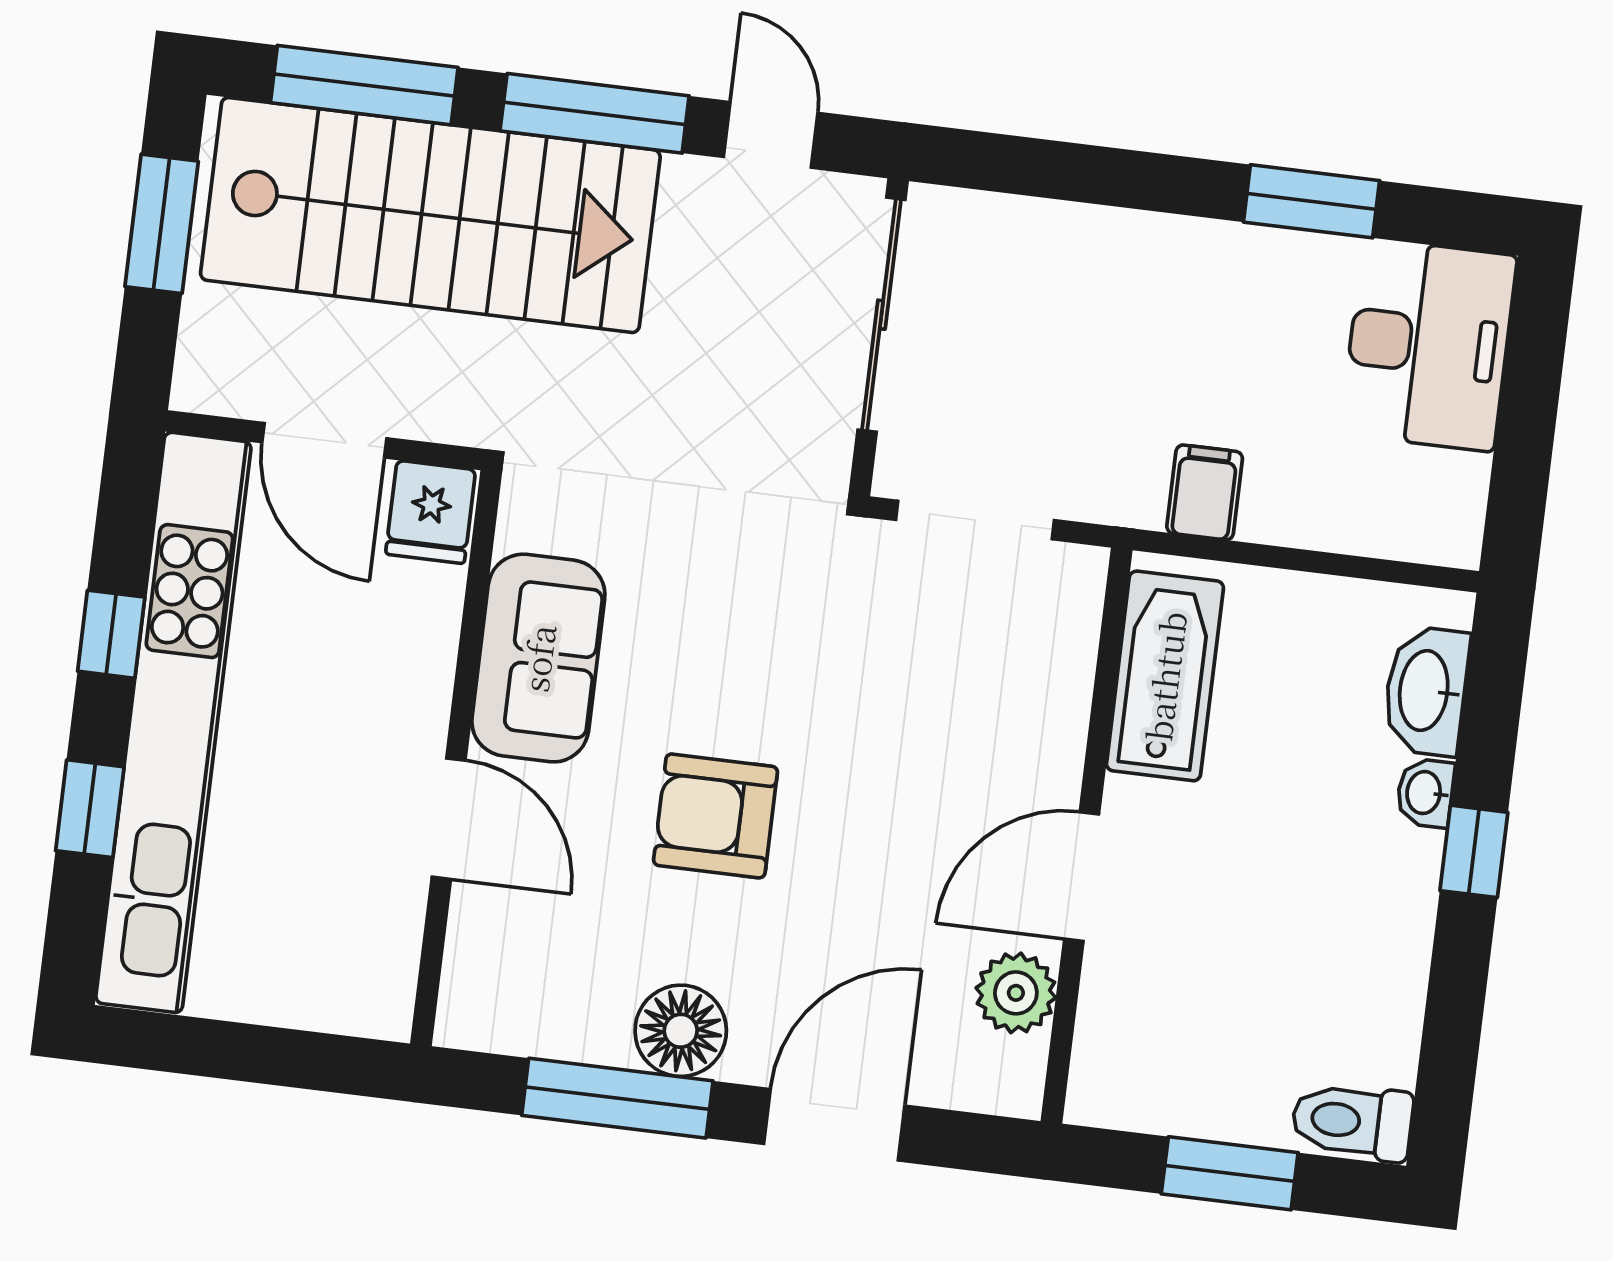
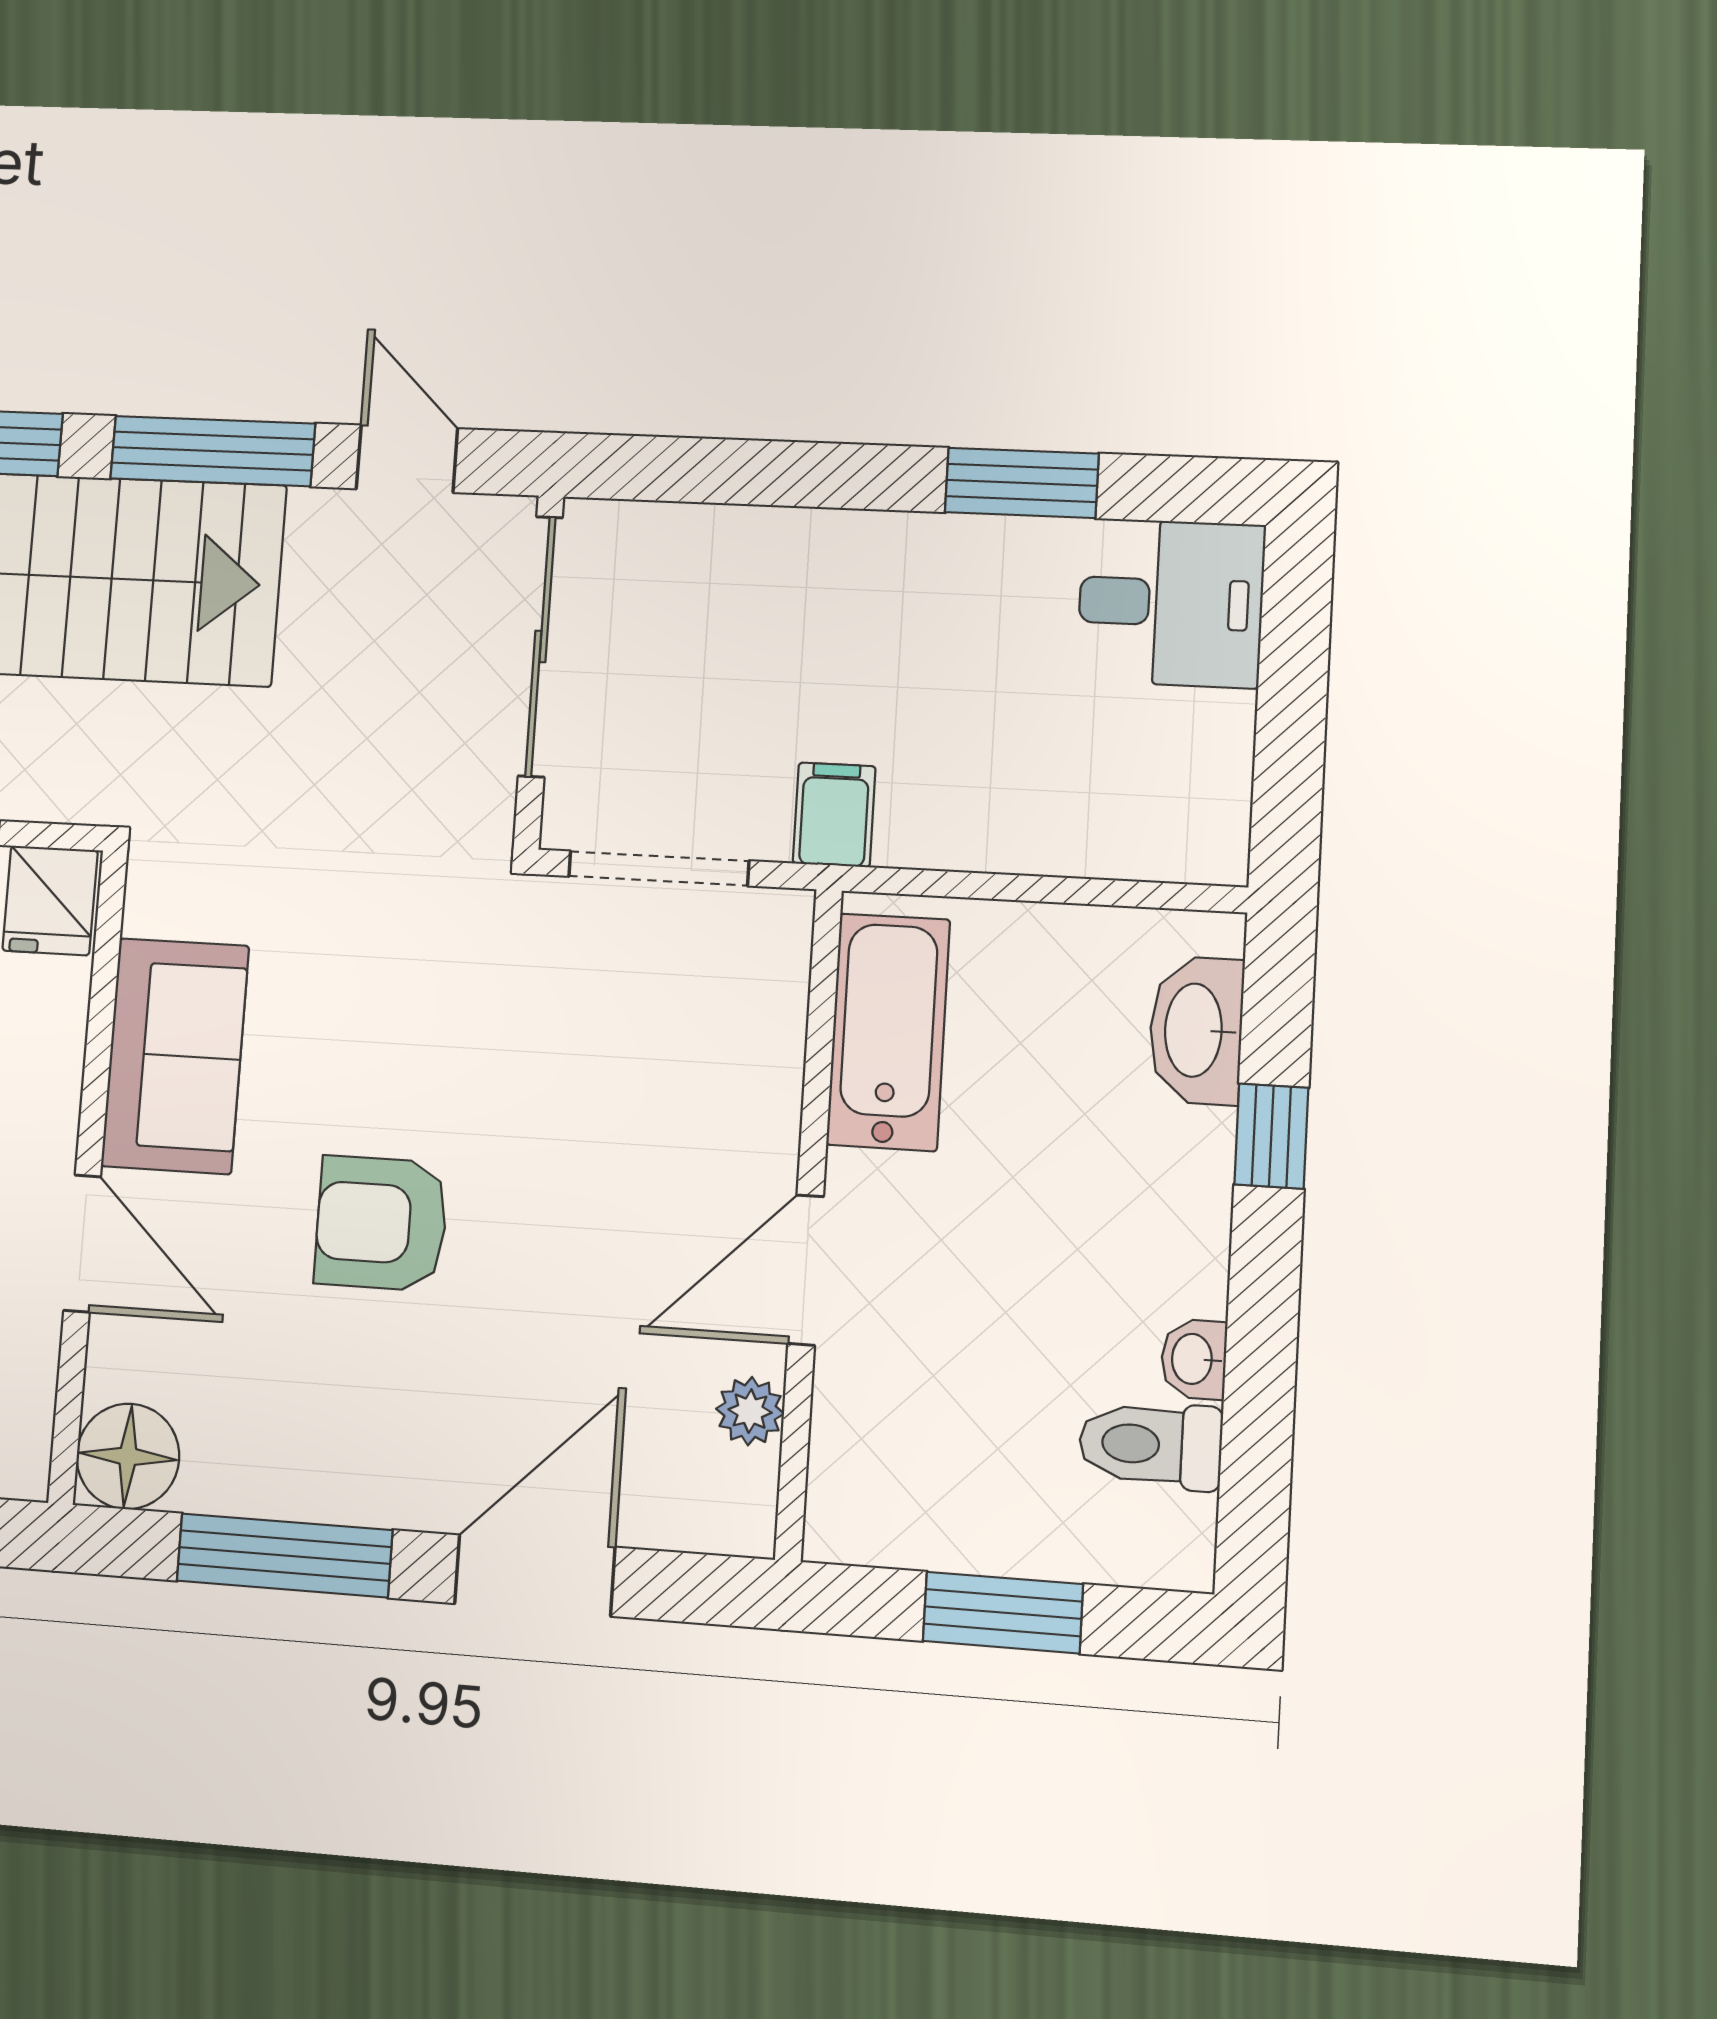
desk: (1428, 345) -> (1171, 603), width x0.73
filing cabinet: (1205, 492) -> (834, 815), moved
washbasin: (1425, 793) -> (1194, 1359), moved
window: (1474, 851) -> (1271, 1136), moved
plant: (1016, 993) -> (750, 1411), width x0.73, depth x0.73
floor lamp: (681, 1031) -> (128, 1456), moved
toilet: (1352, 1121) -> (1150, 1445), moved

